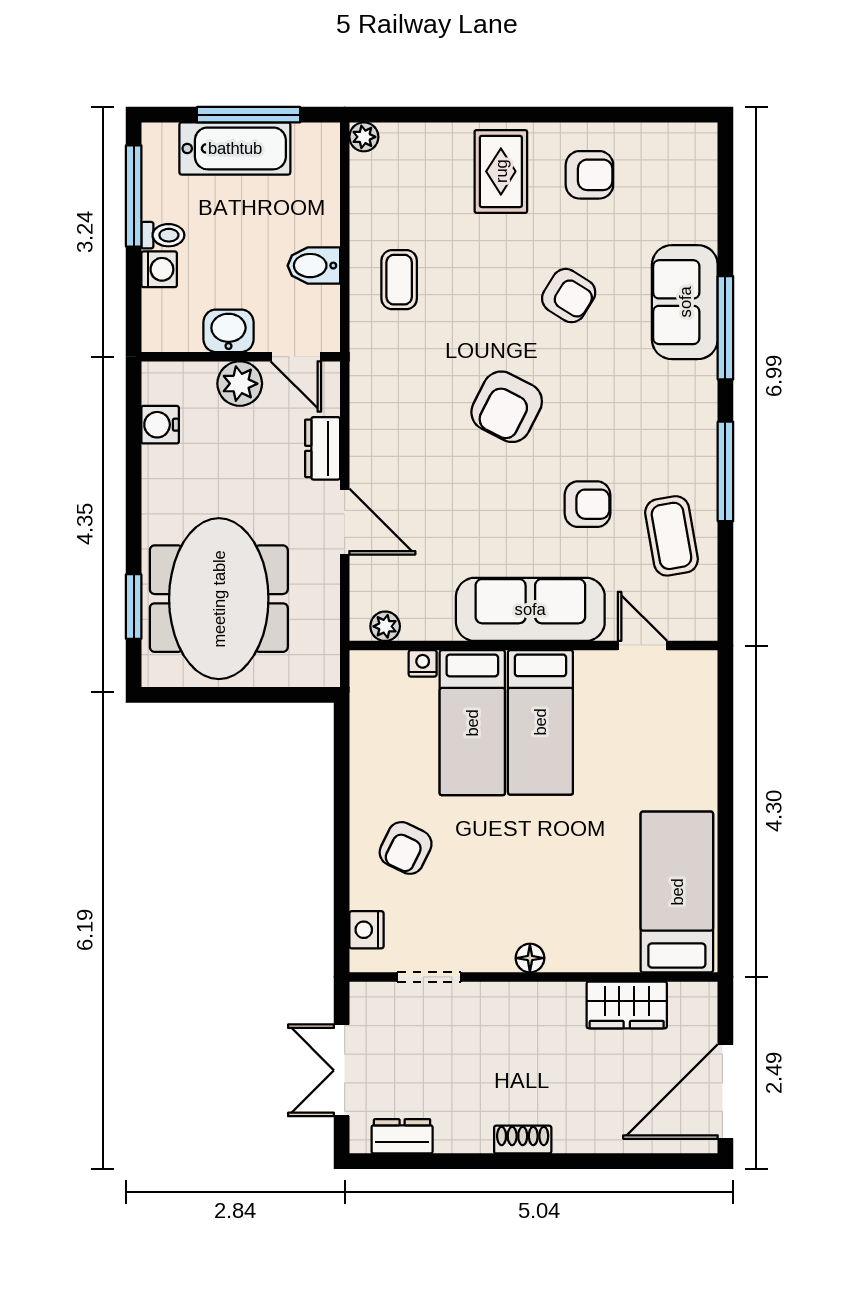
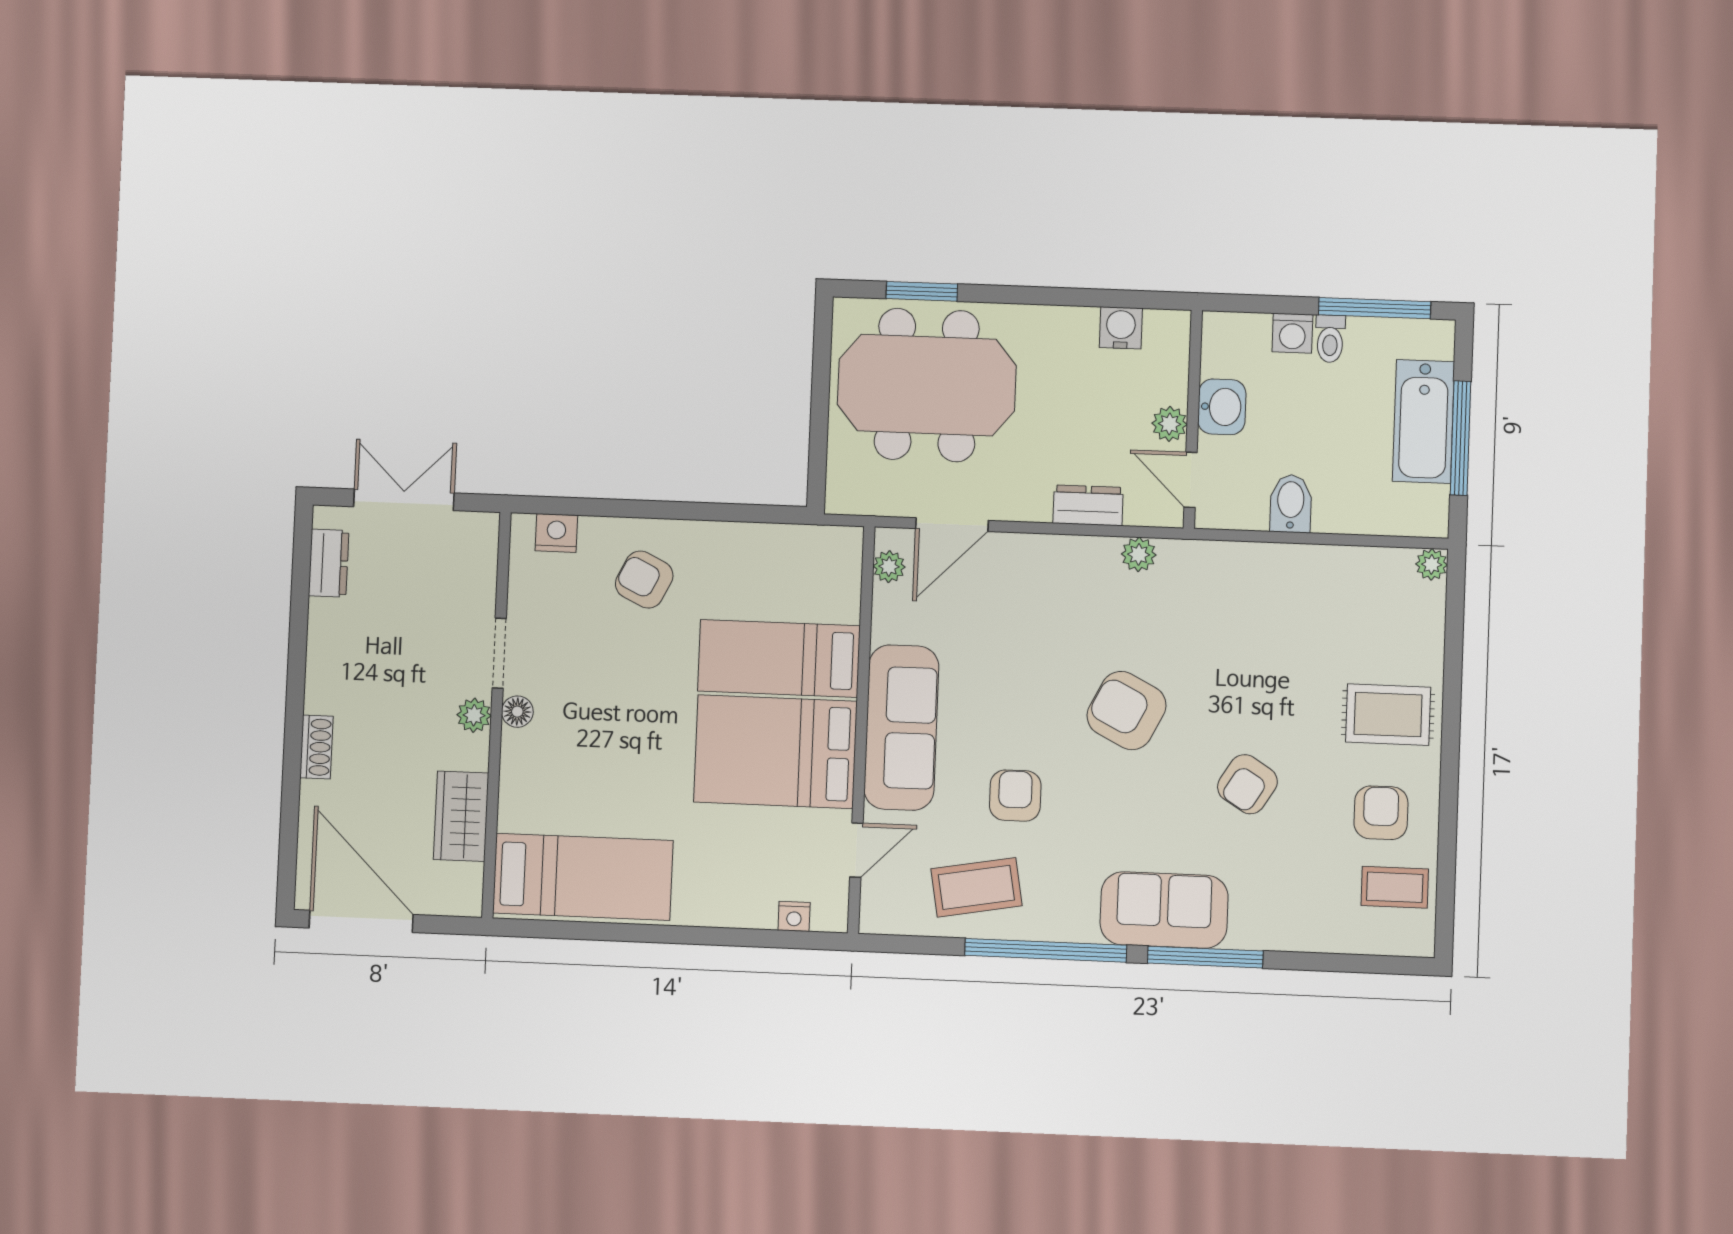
armchair: (589, 175) -> (1381, 813), turned 180
coffee table: (399, 280) -> (1395, 887), moved
sofa: (685, 302) -> (1164, 910), moved
door: (296, 357) -> (1191, 480), hinge flipped
plant: (240, 384) -> (1170, 424), width x0.73, depth x0.73
plant: (365, 401) -> (1139, 554), added
window: (725, 471) -> (1046, 950), width x1.46
armchair: (587, 504) -> (1015, 796), turned 180
door: (345, 522) -> (952, 525), moved
nightstand: (423, 663) -> (794, 916), moved, turned 90
bed: (540, 722) -> (775, 752), width x1.50
doorway: (429, 977) -> (499, 653), moved
plant: (535, 997) -> (474, 715), added
shoe rack: (523, 1140) -> (316, 747), moved

